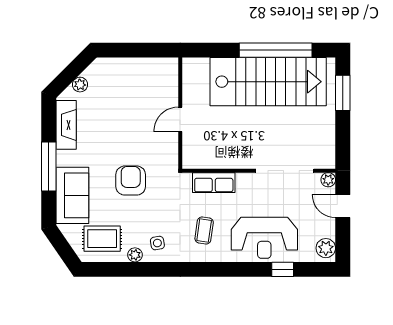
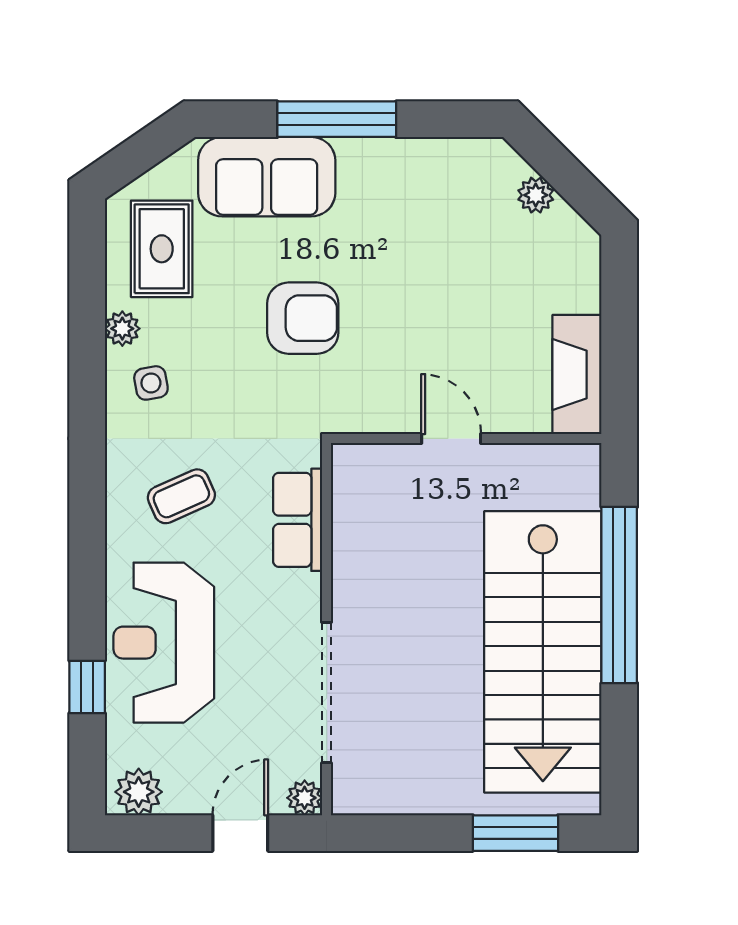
window: (276, 50) -> (619, 595), moved
fireplace: (66, 125) -> (577, 374), moved, turned 90
coffee table: (204, 230) -> (181, 496), turned -32

